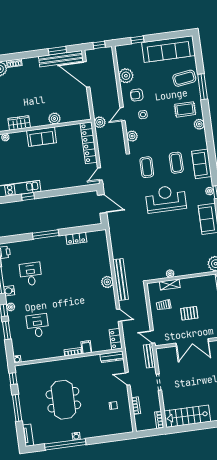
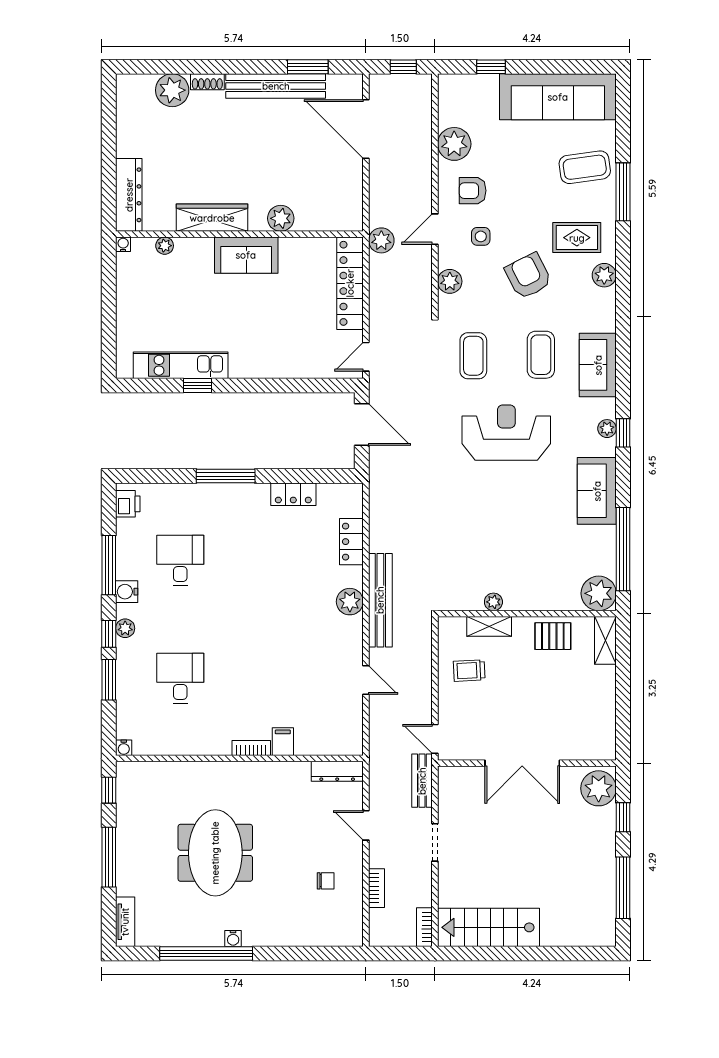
bench: (61, 59) -> (276, 86), moved
wardrobe: (19, 123) -> (212, 218), width x1.50
armchair: (166, 129) -> (528, 276), added
pallet: (189, 313) -> (553, 636), moved
locker: (116, 339) -> (351, 542), moved

